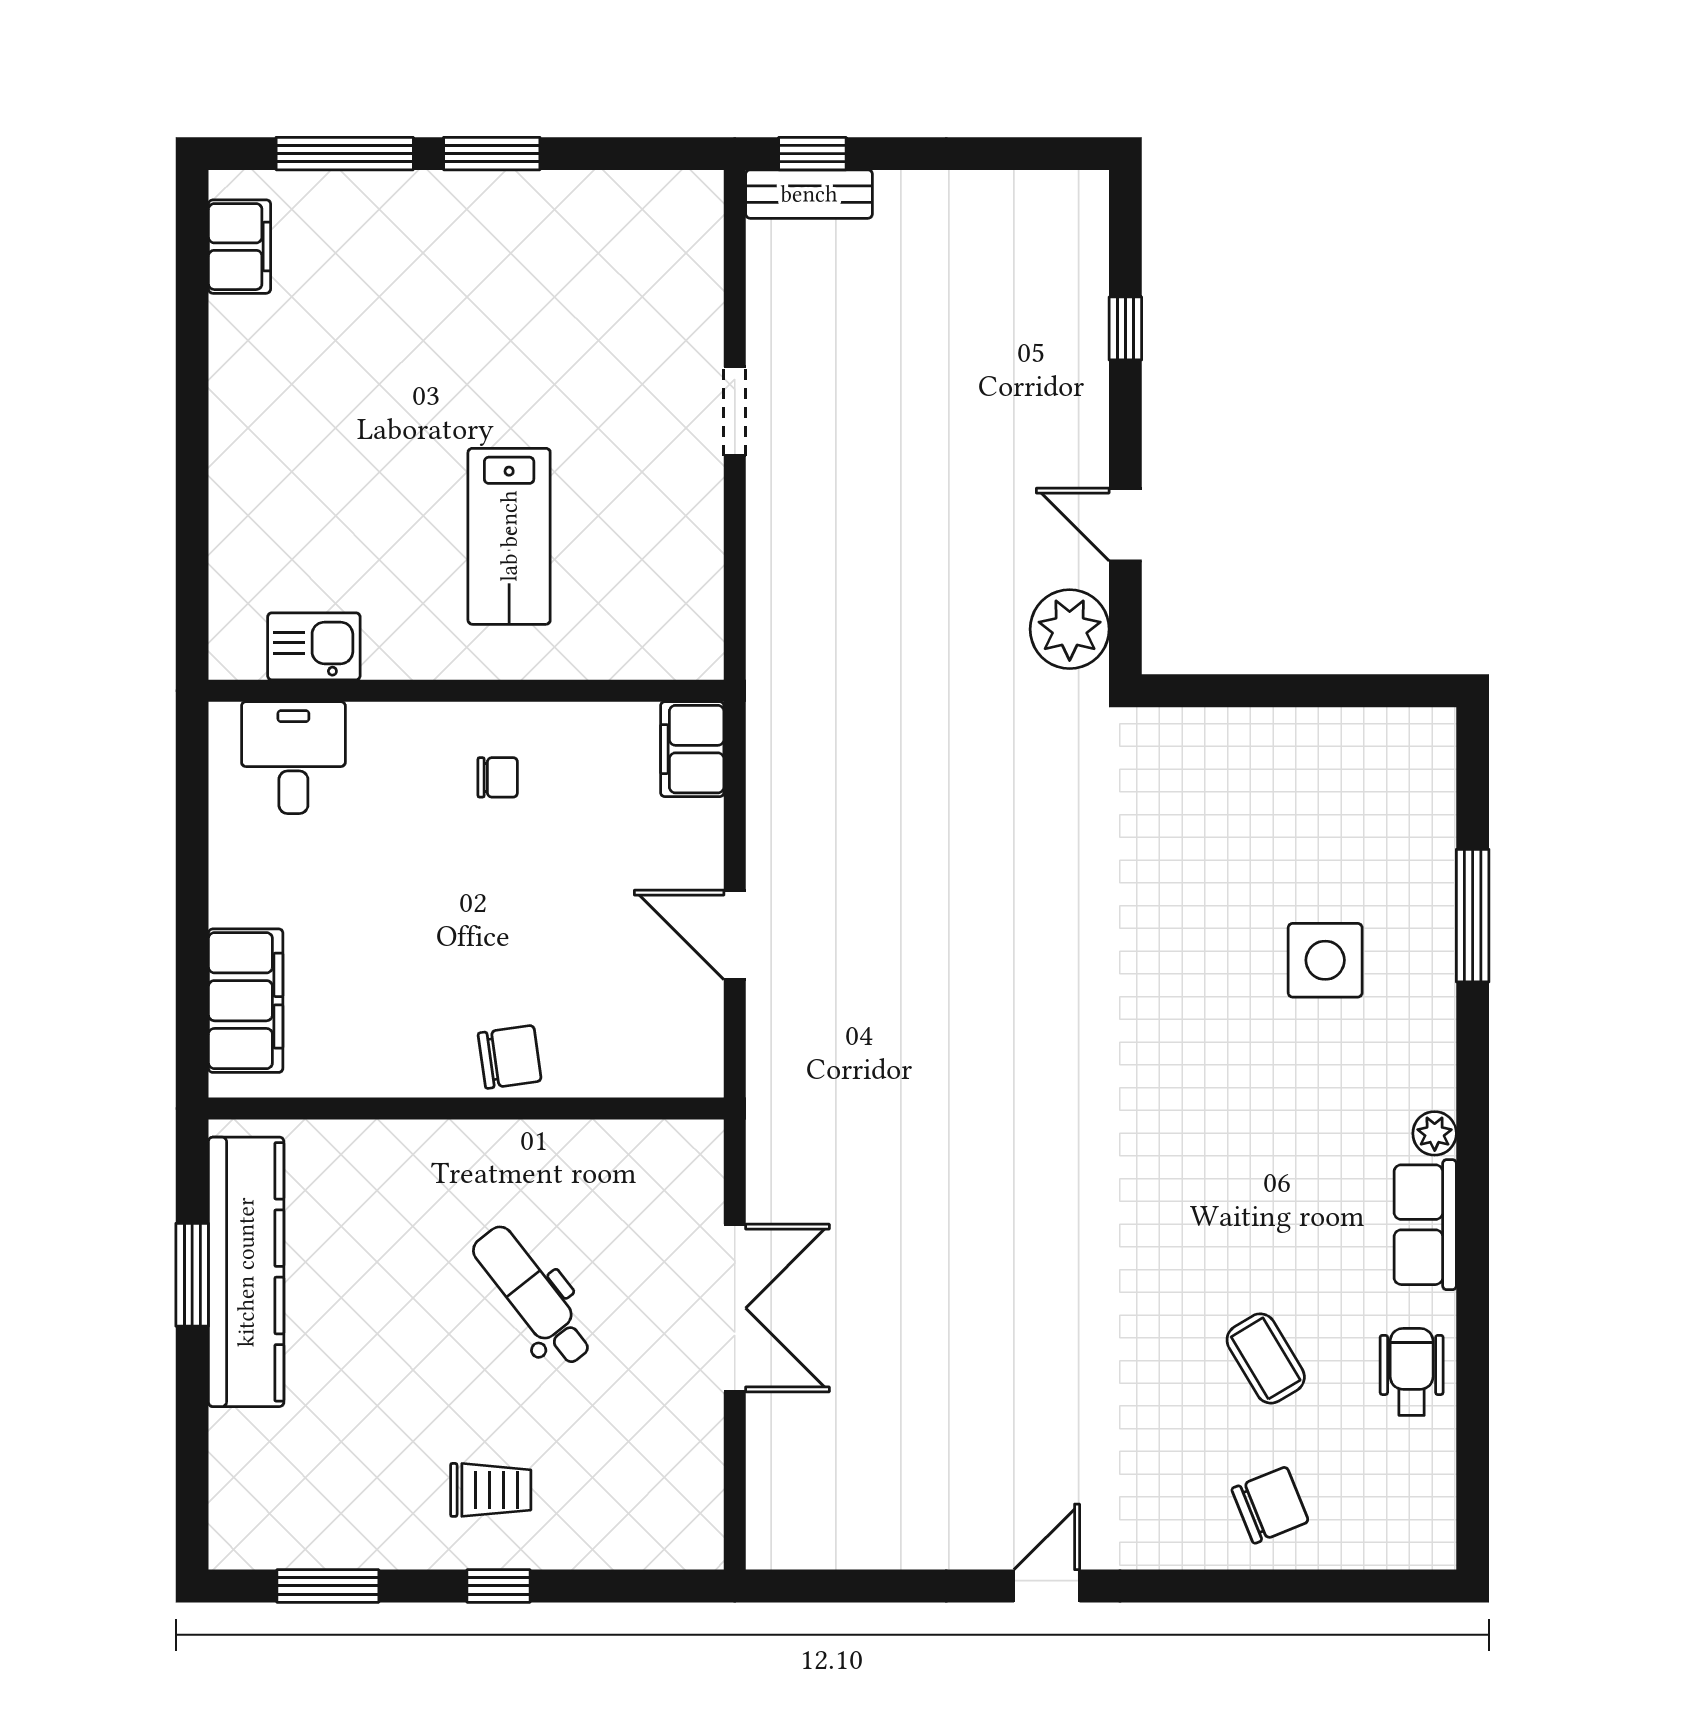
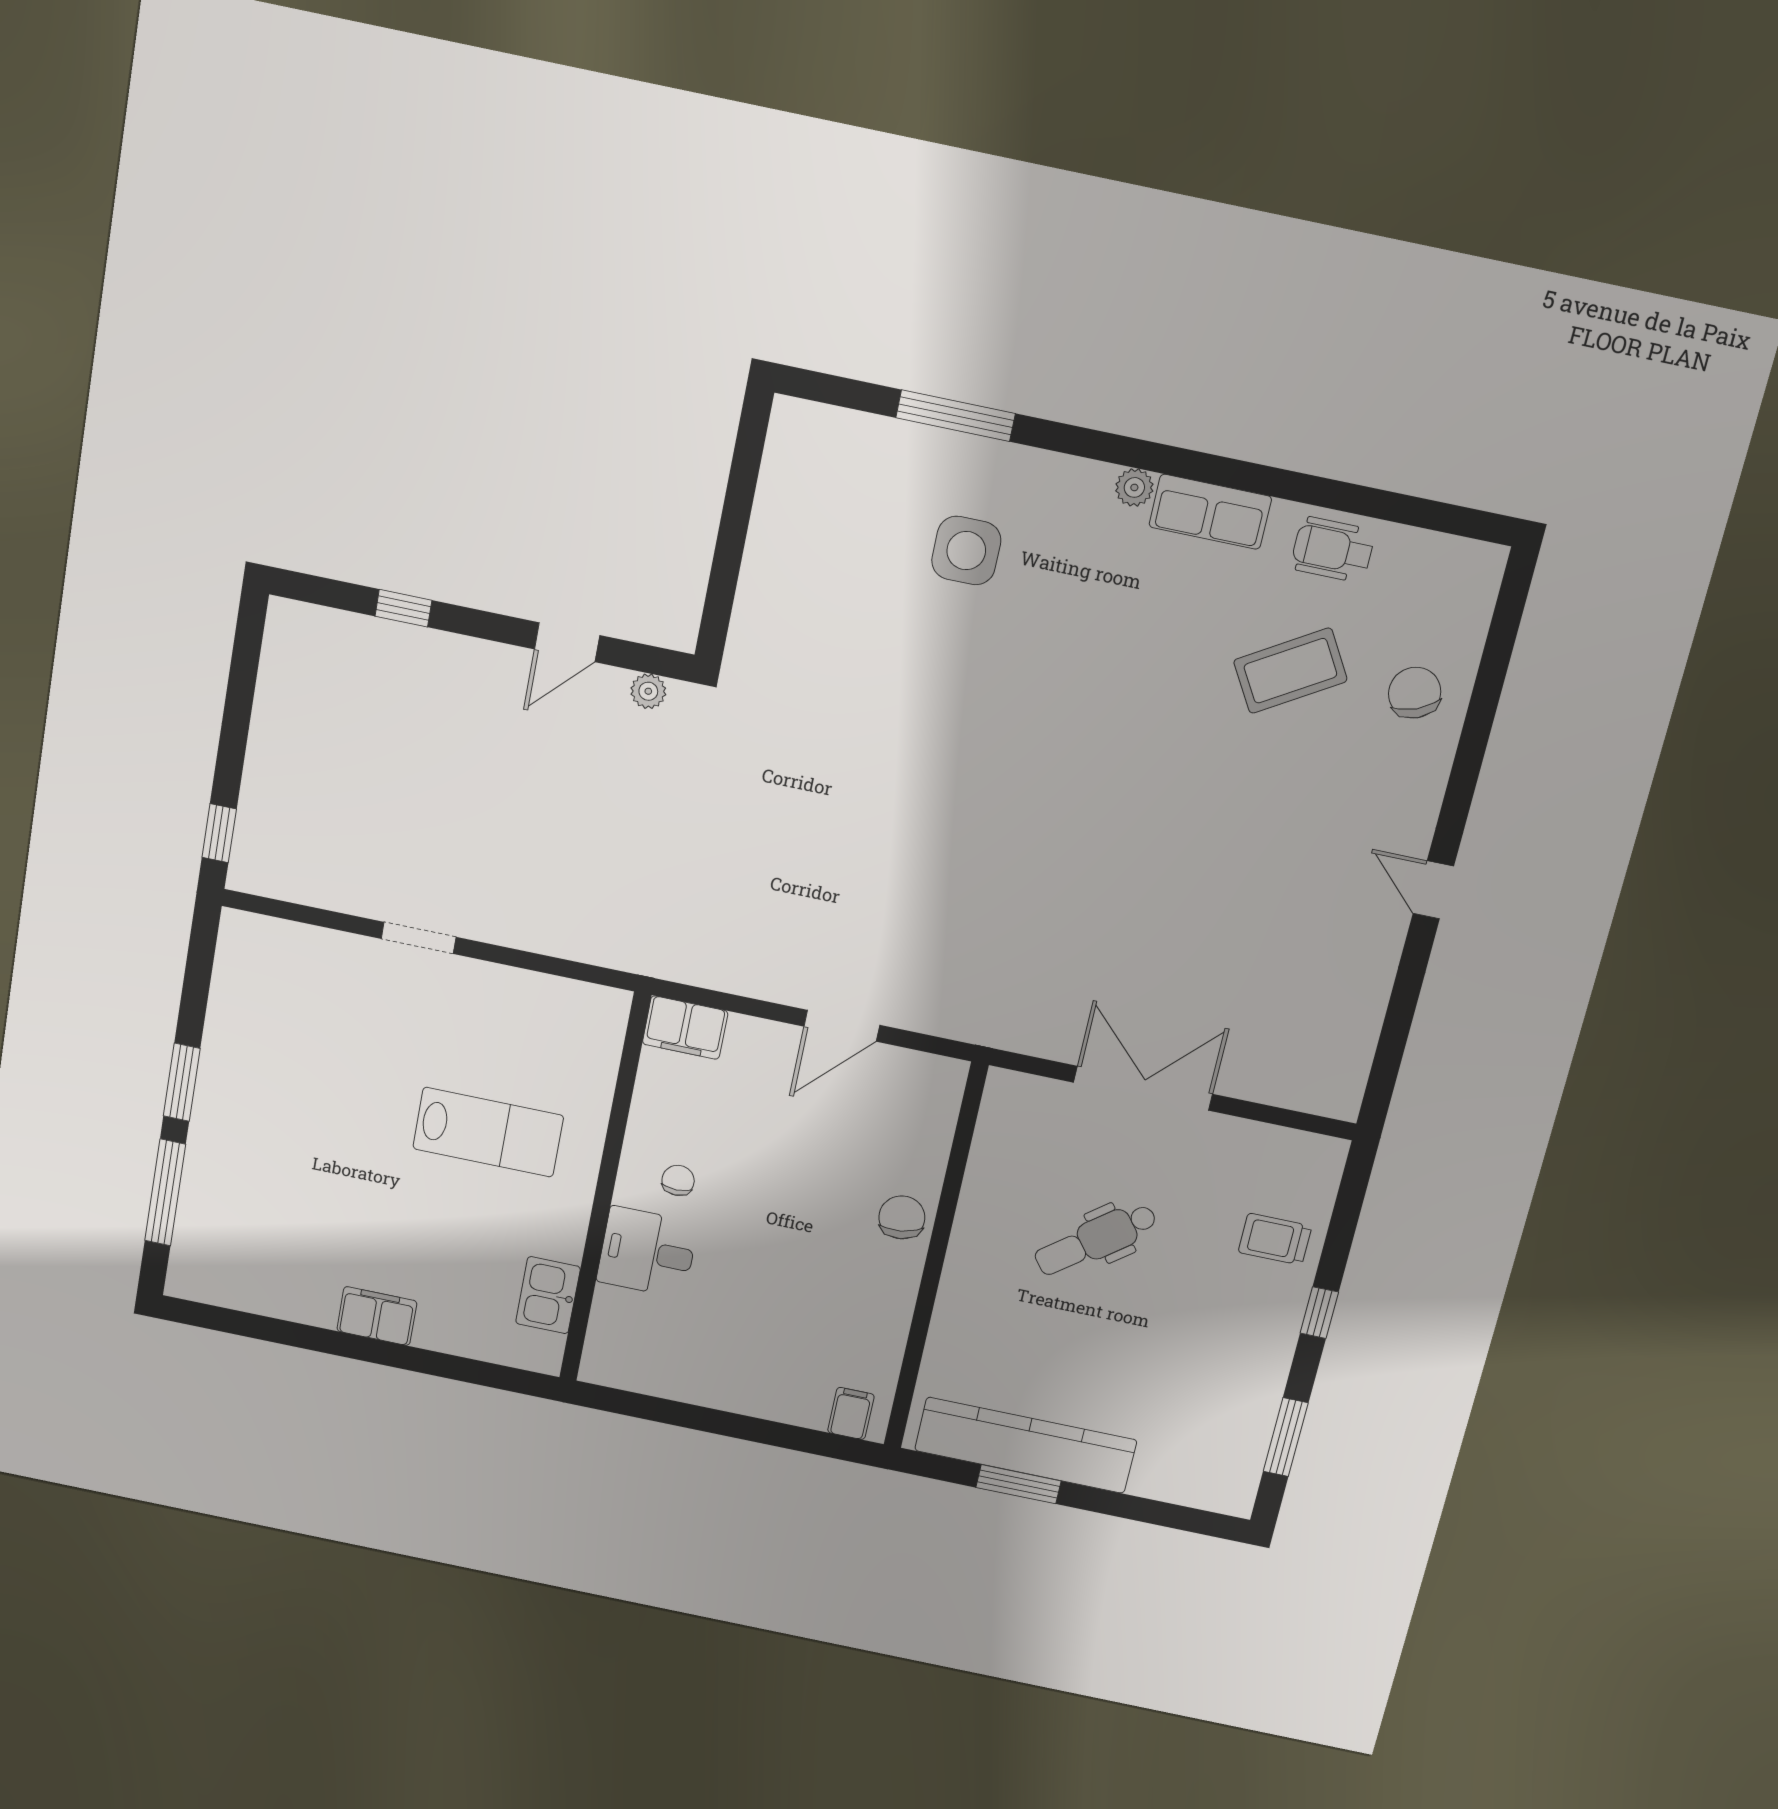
bench: (809, 194) -> (252, 843), removed
filing cabinet: (240, 247) -> (377, 1316), moved
plant: (1070, 629) -> (648, 691), width x0.53, depth x0.53
desk: (293, 758) -> (647, 1252), moved
filing cabinet: (246, 1001) -> (851, 1413), width x0.33, depth x0.86
coffee table: (1266, 1358) -> (1290, 671), width x1.36, depth x1.30
trolley: (491, 1490) -> (1275, 1239), moved, turned -90

